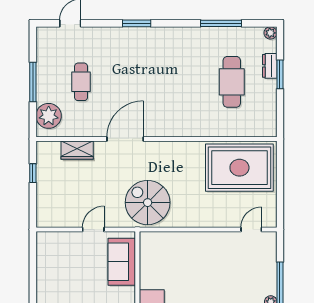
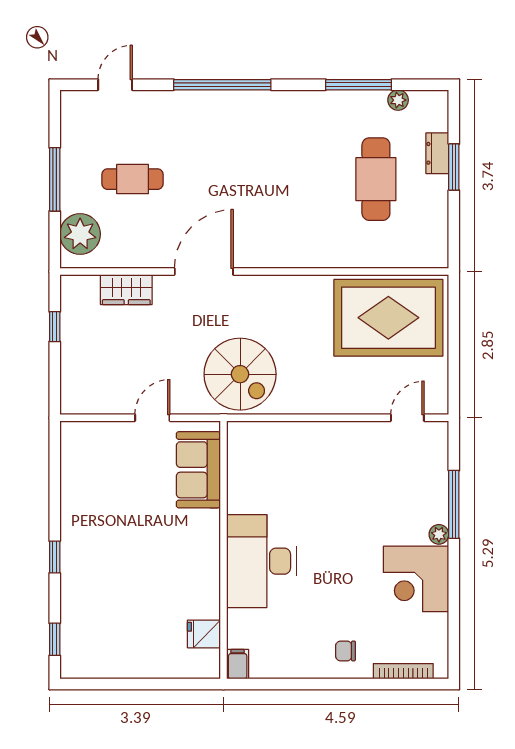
window: (137, 23) -> (222, 85), width x2.11
plant: (270, 33) -> (398, 100), moved
cafe table: (81, 82) -> (133, 179), turned 90
spiral stairs: (148, 203) -> (240, 374), turned 180

